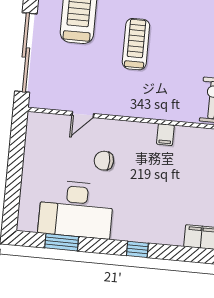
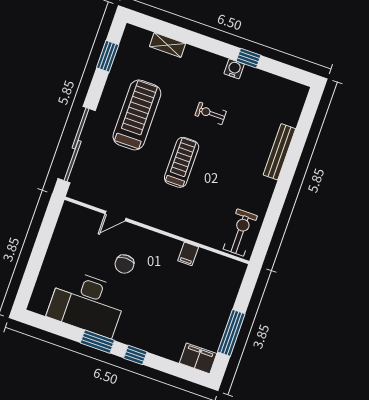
chair: (104, 161) -> (124, 264), turned -90
window: (62, 242) -> (97, 342), moved

